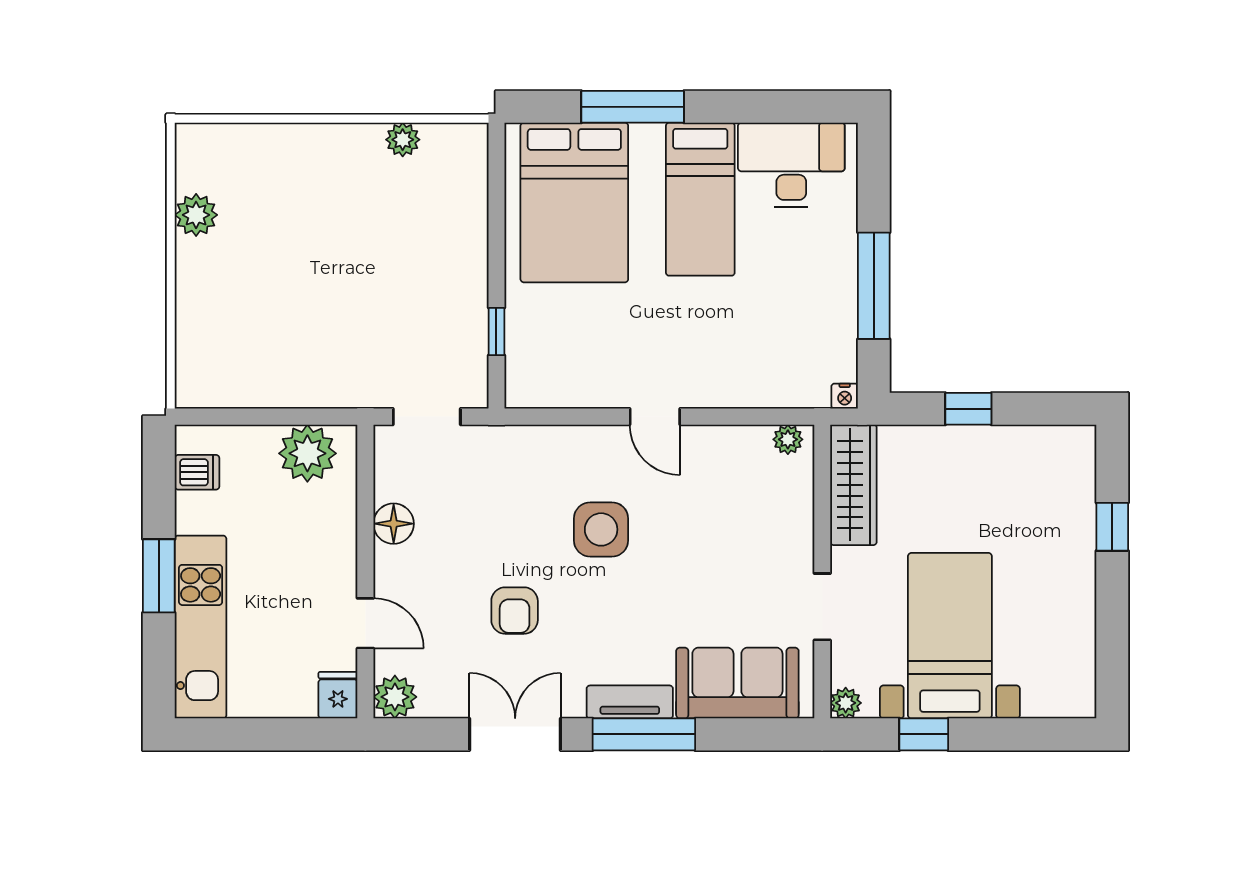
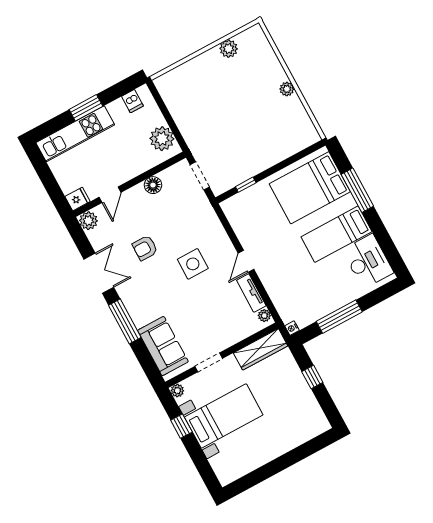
plant: (403, 140) -> (287, 89), moved
window: (1112, 527) -> (297, 455), removed
tv unit: (630, 702) -> (251, 293), moved, turned 180

